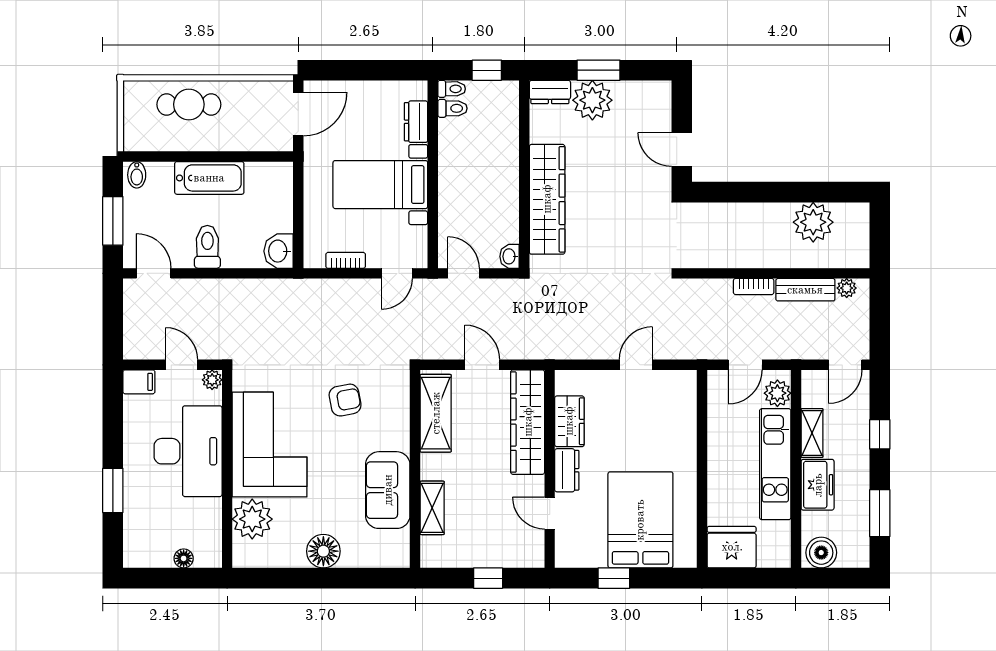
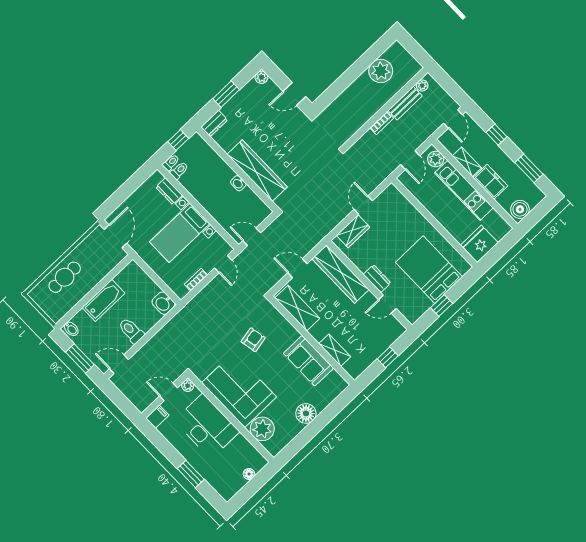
plant: (592, 100) -> (261, 77), moved, width x0.53, depth x0.53
washbasin: (510, 256) -> (238, 183), moved
wardrobe: (569, 421) -> (353, 231), moved, turned 90

